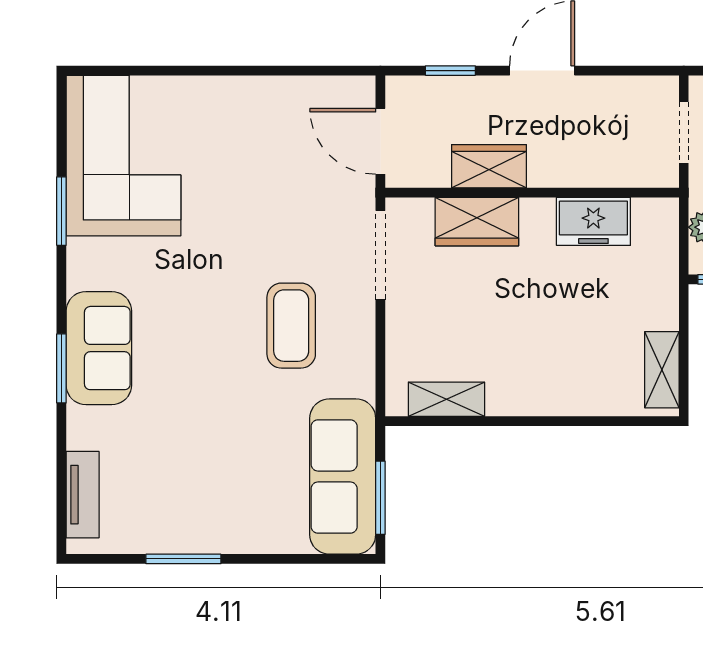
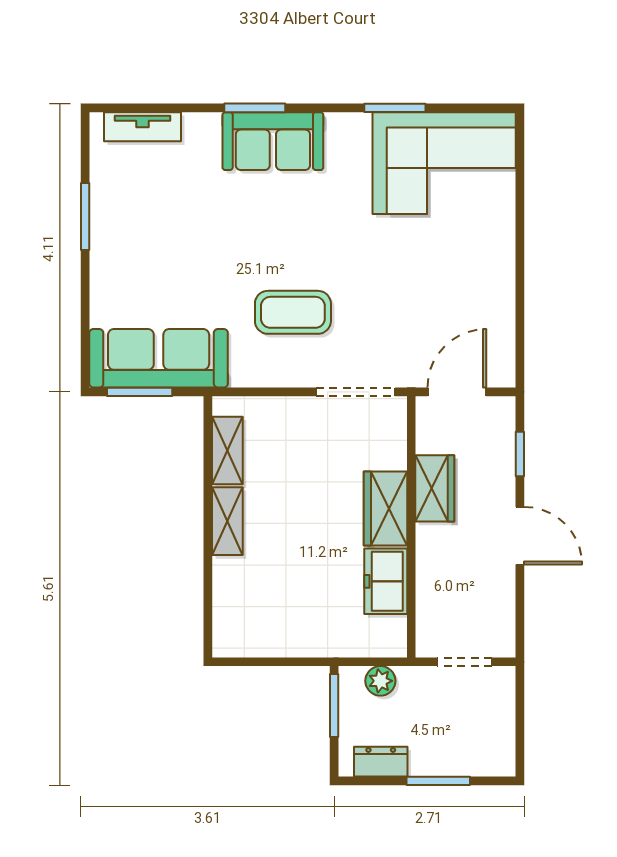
wardrobe: (477, 222) -> (385, 508), moved
shelving: (662, 370) -> (227, 521), moved, turned 90

